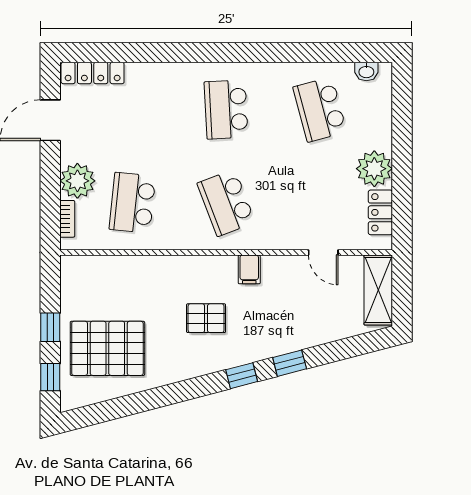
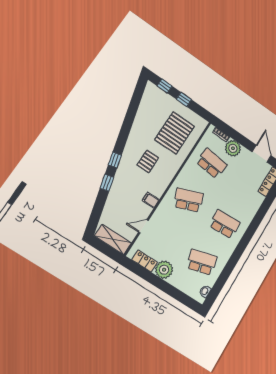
filing cabinet: (249, 269) -> (151, 200), moved
pallet: (107, 348) -> (175, 133), moved

